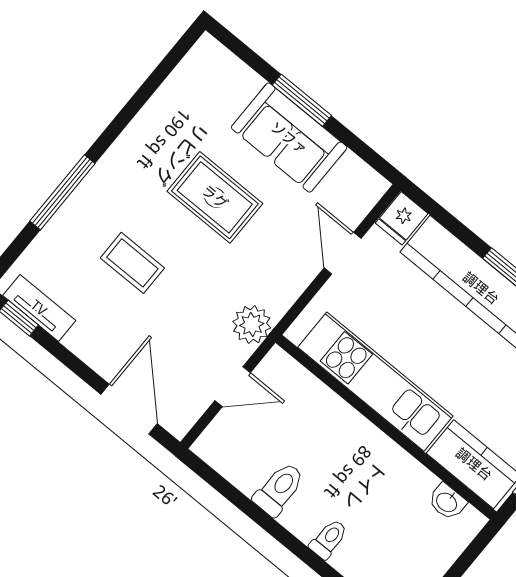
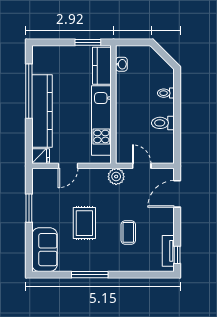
window: (302, 100) -> (29, 208), moved
sofa: (289, 138) -> (45, 250), moved
window: (62, 192) -> (90, 275), moved

